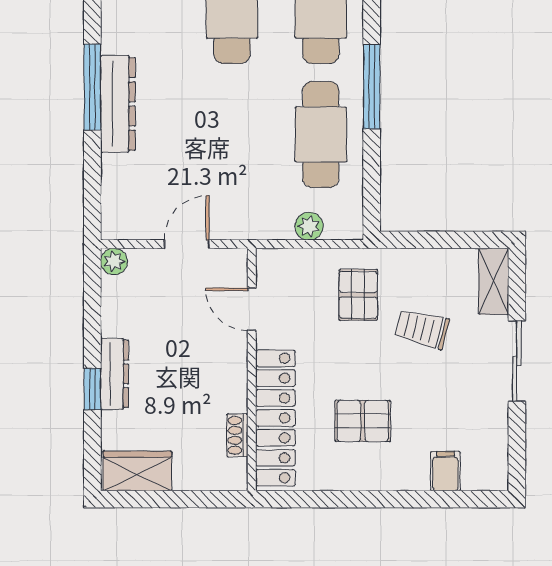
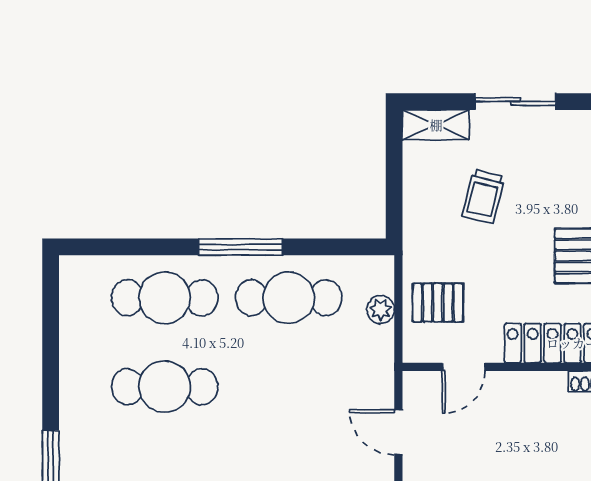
pallet: (358, 295) -> (438, 303), moved

